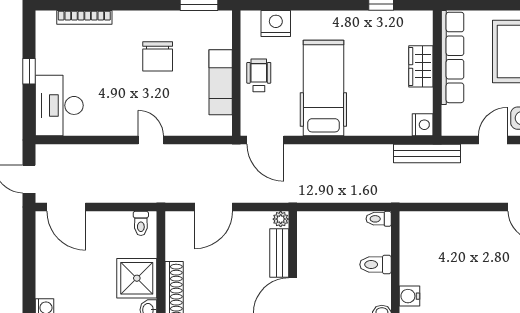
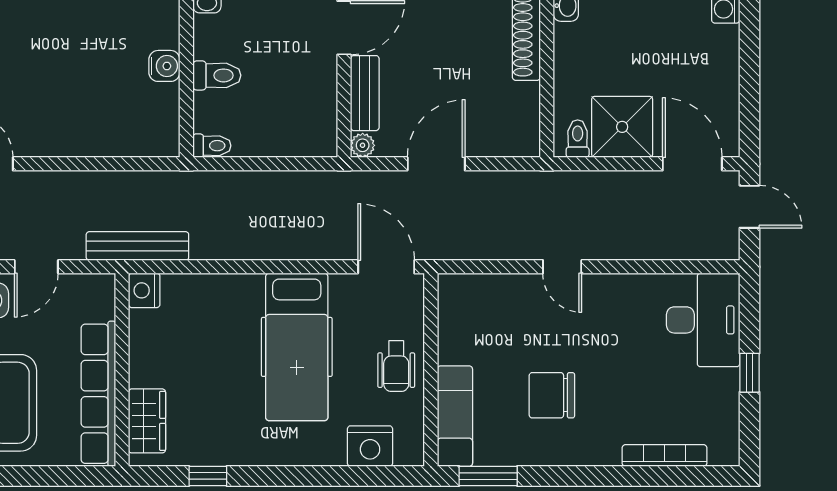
chair: (158, 56) -> (552, 395), turned -90
wardrobe: (421, 66) -> (147, 421), moved
exam couch: (221, 82) -> (455, 416), moved
door: (214, 207) -> (436, 164), moved
shower: (137, 278) -> (622, 127), moved
water cooler: (410, 296) -> (164, 66), moved

